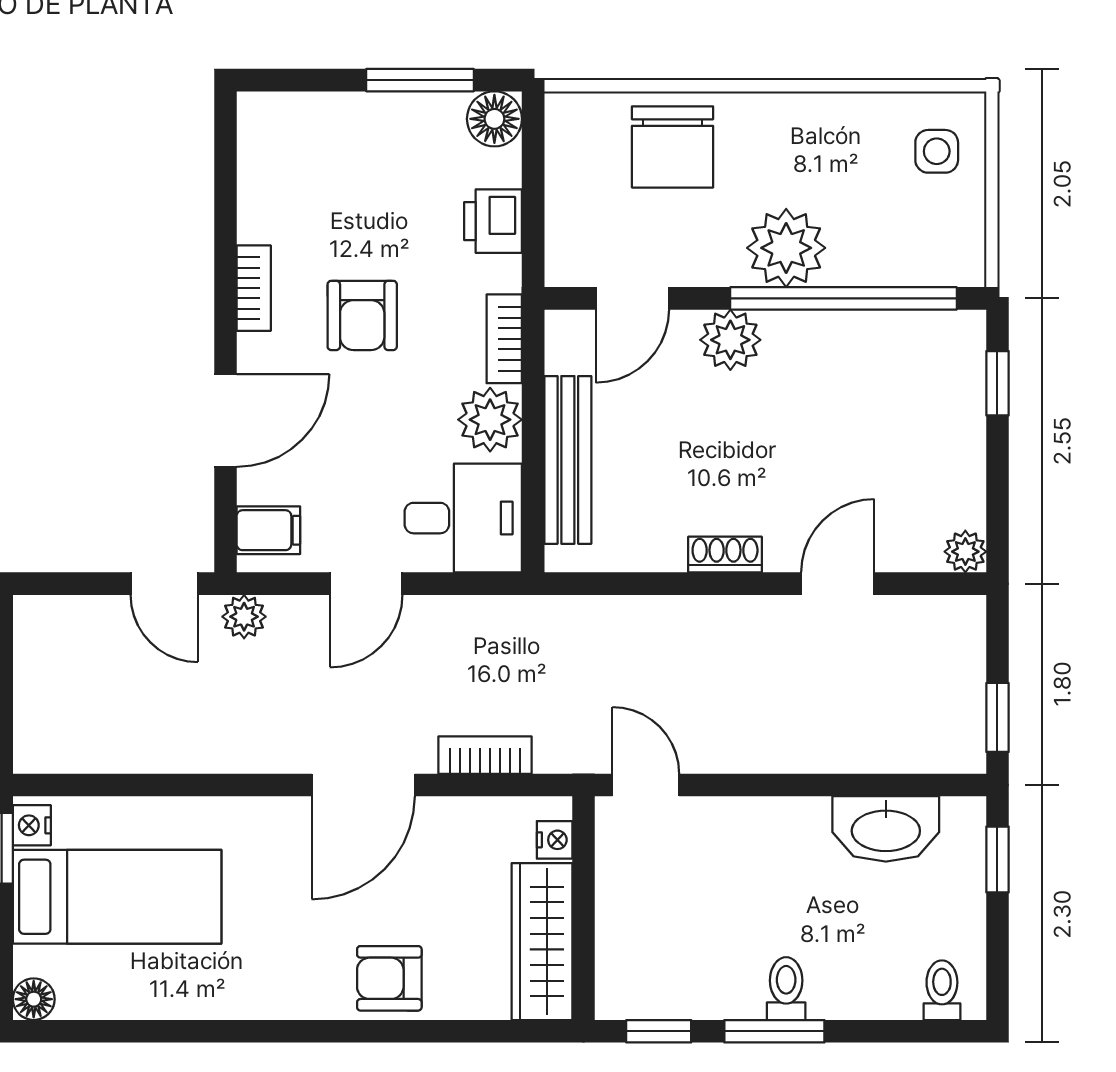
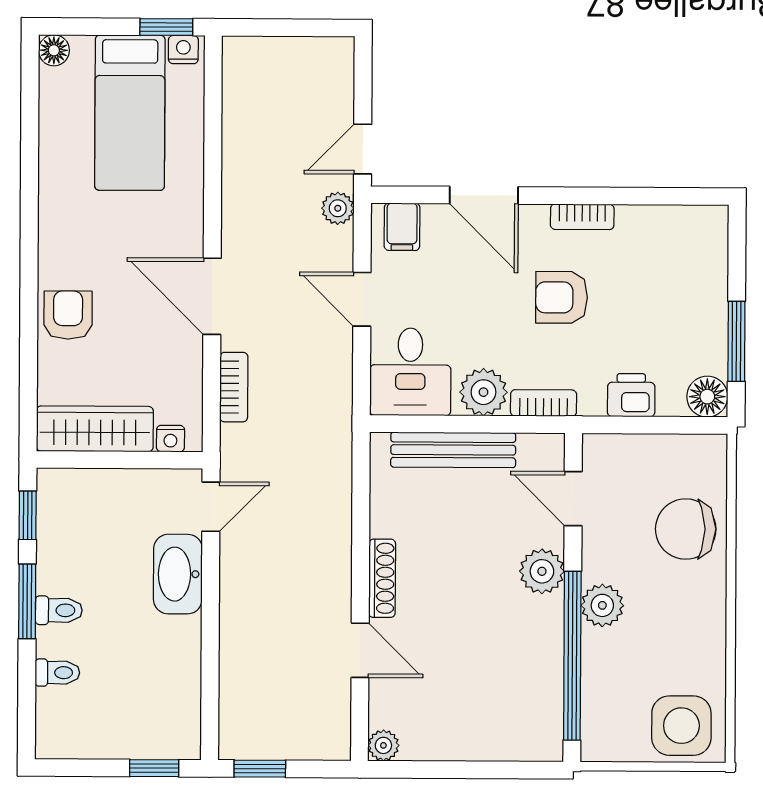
side table: (937, 151) -> (681, 726), width x1.87, depth x1.87
plant: (786, 248) -> (602, 605), width x0.73, depth x0.73
window: (997, 383) -> (509, 770), removed
shoe rack: (725, 555) -> (382, 578), width x1.43
washbasin: (886, 829) -> (178, 574), moved
toilet: (942, 990) -> (57, 673), moved

